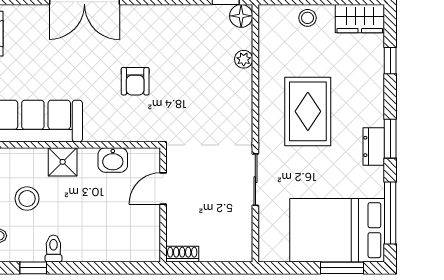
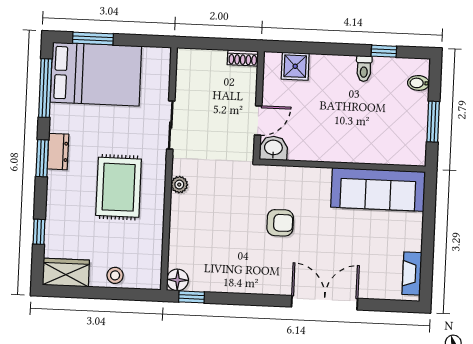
plant: (244, 59) -> (179, 185), moved
armchair: (135, 81) -> (280, 223), turned 90
washbasin: (113, 160) -> (273, 148), moved
shower: (63, 162) -> (295, 66), moved
stool: (27, 199) -> (387, 117), removed

